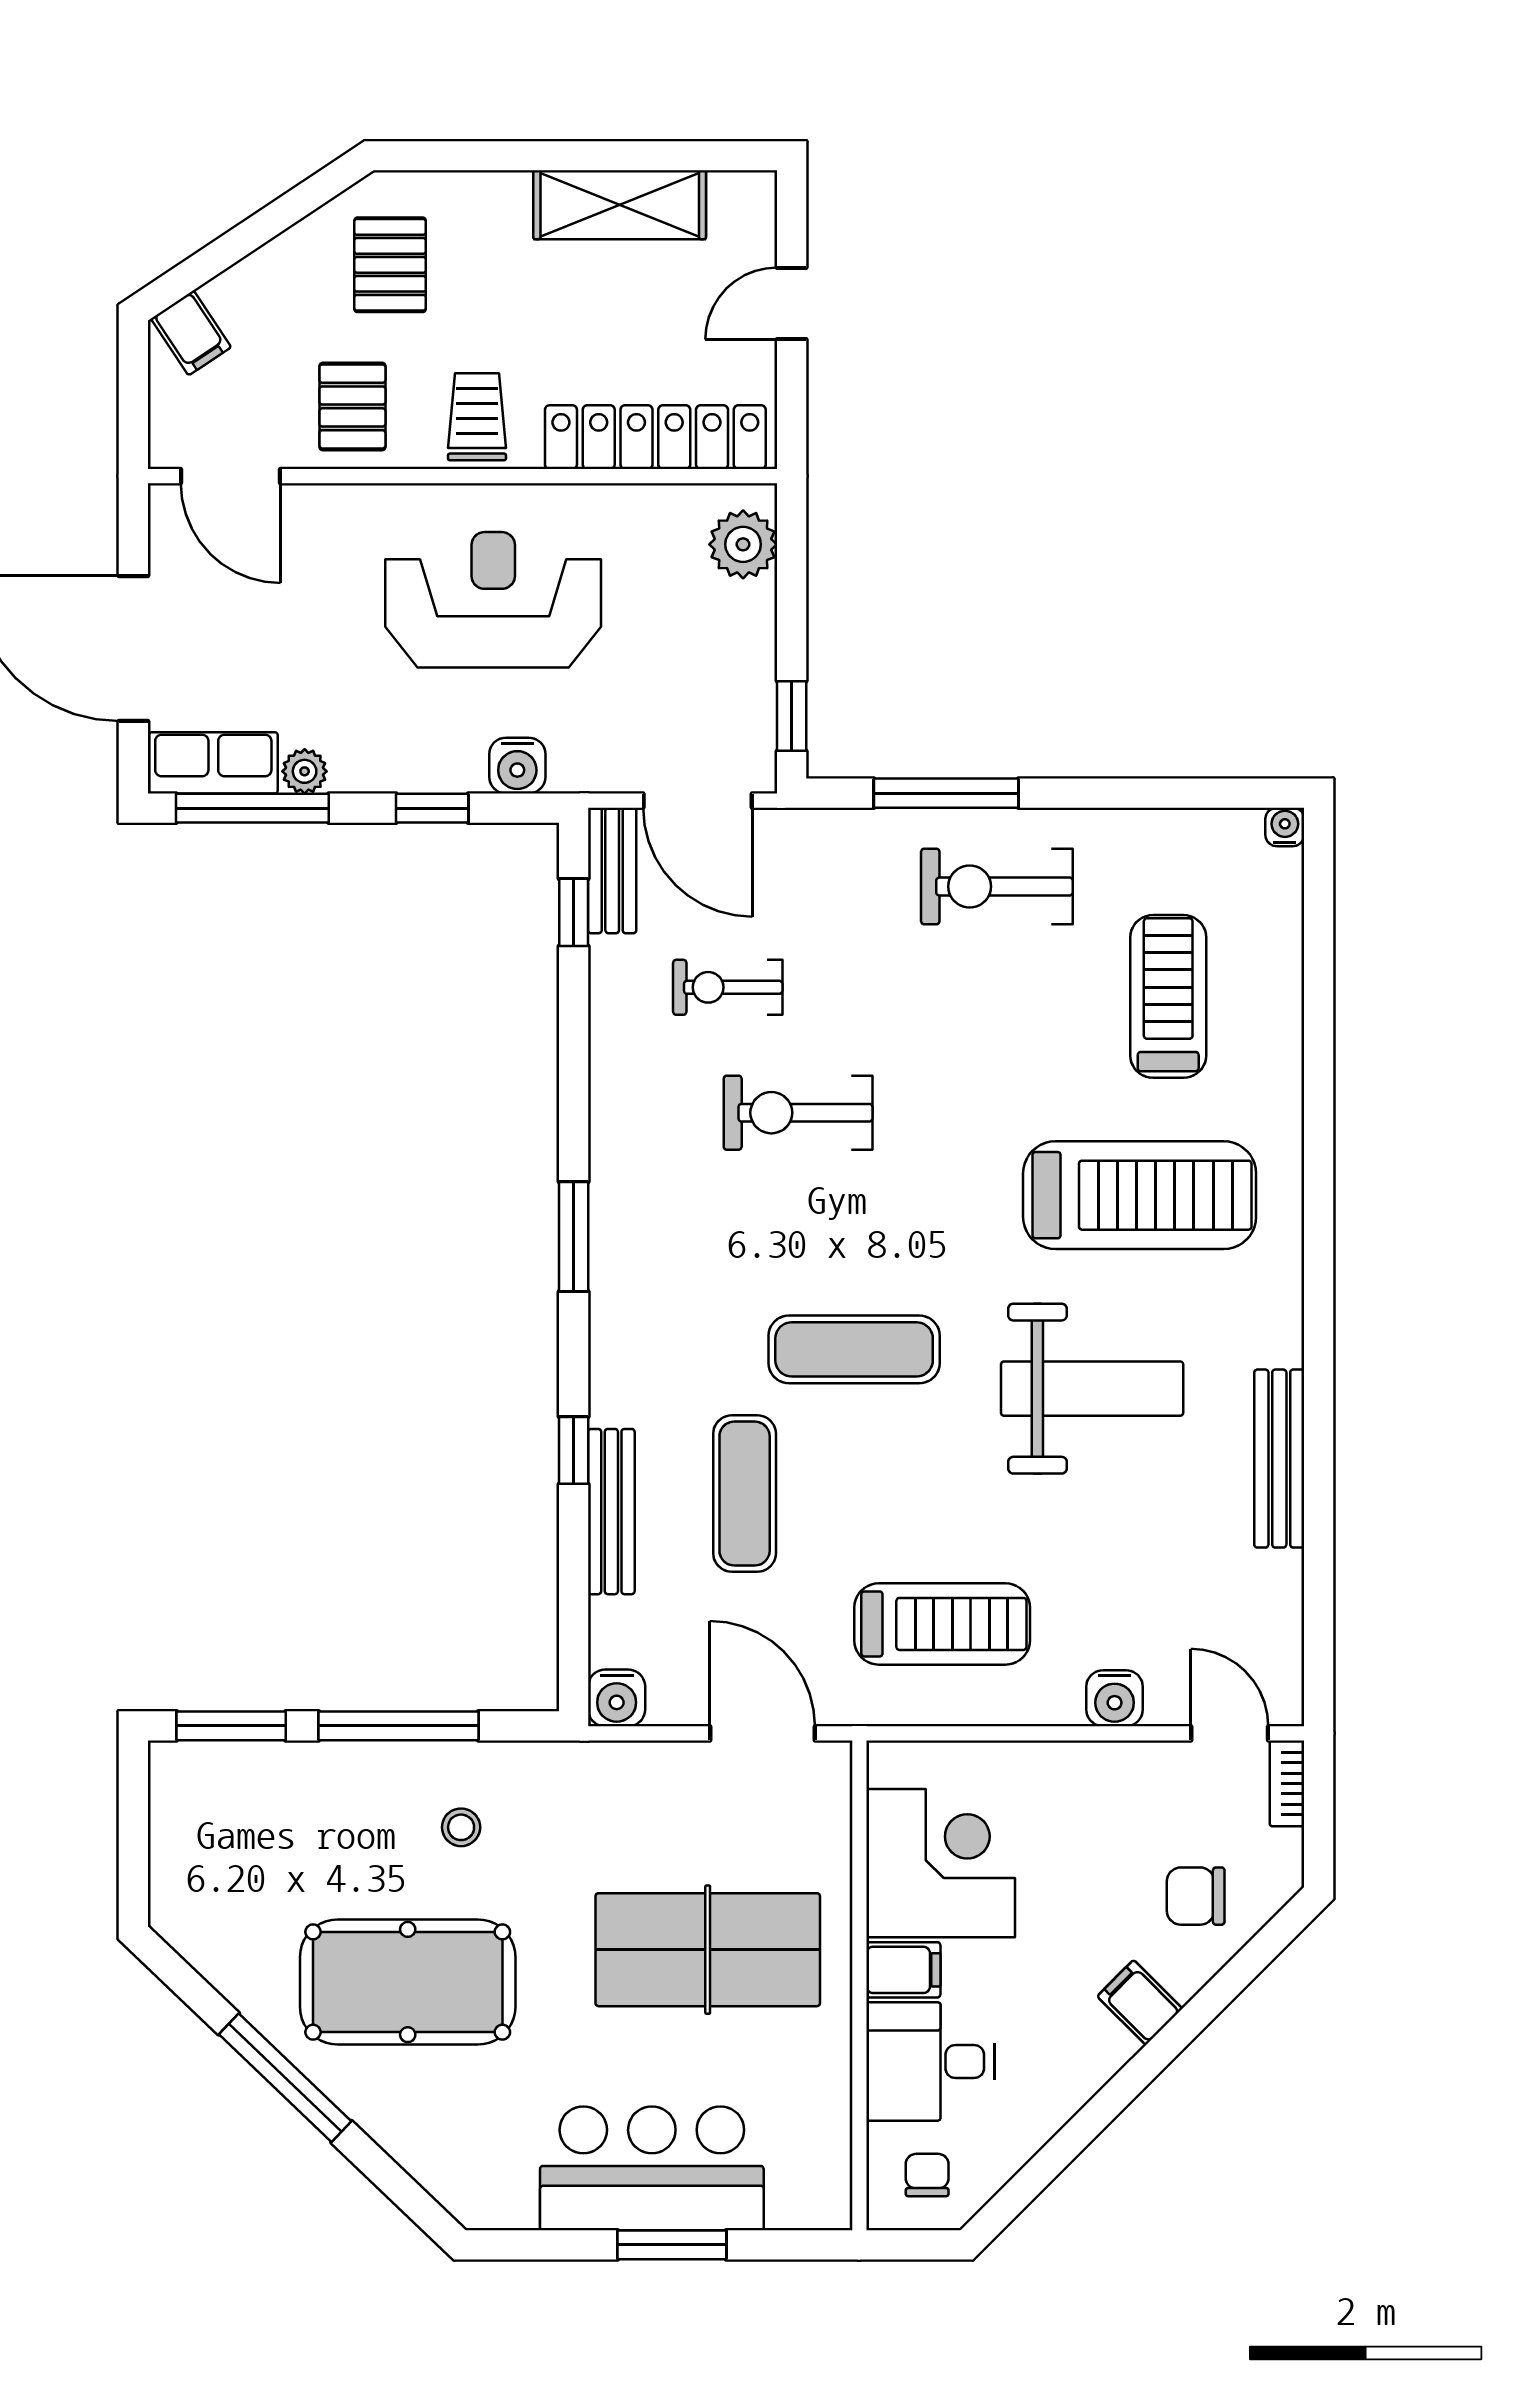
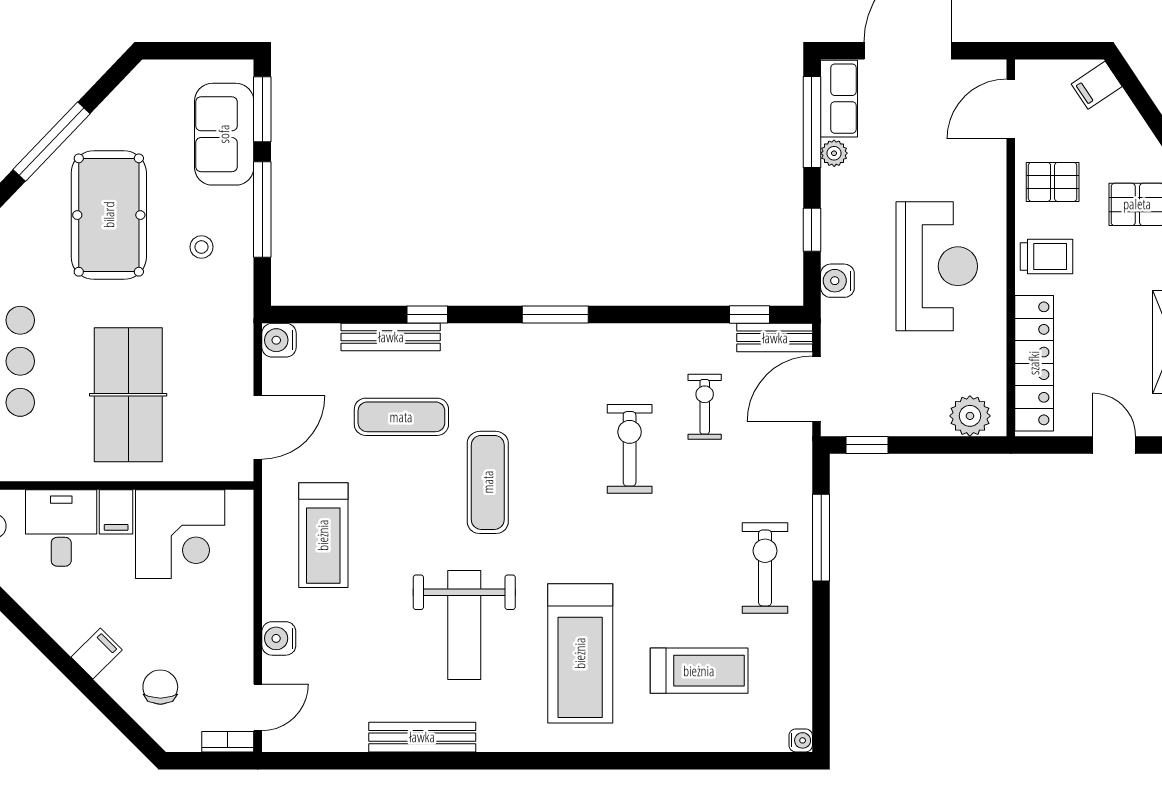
sofa: (273, 1789) -> (224, 134), added

